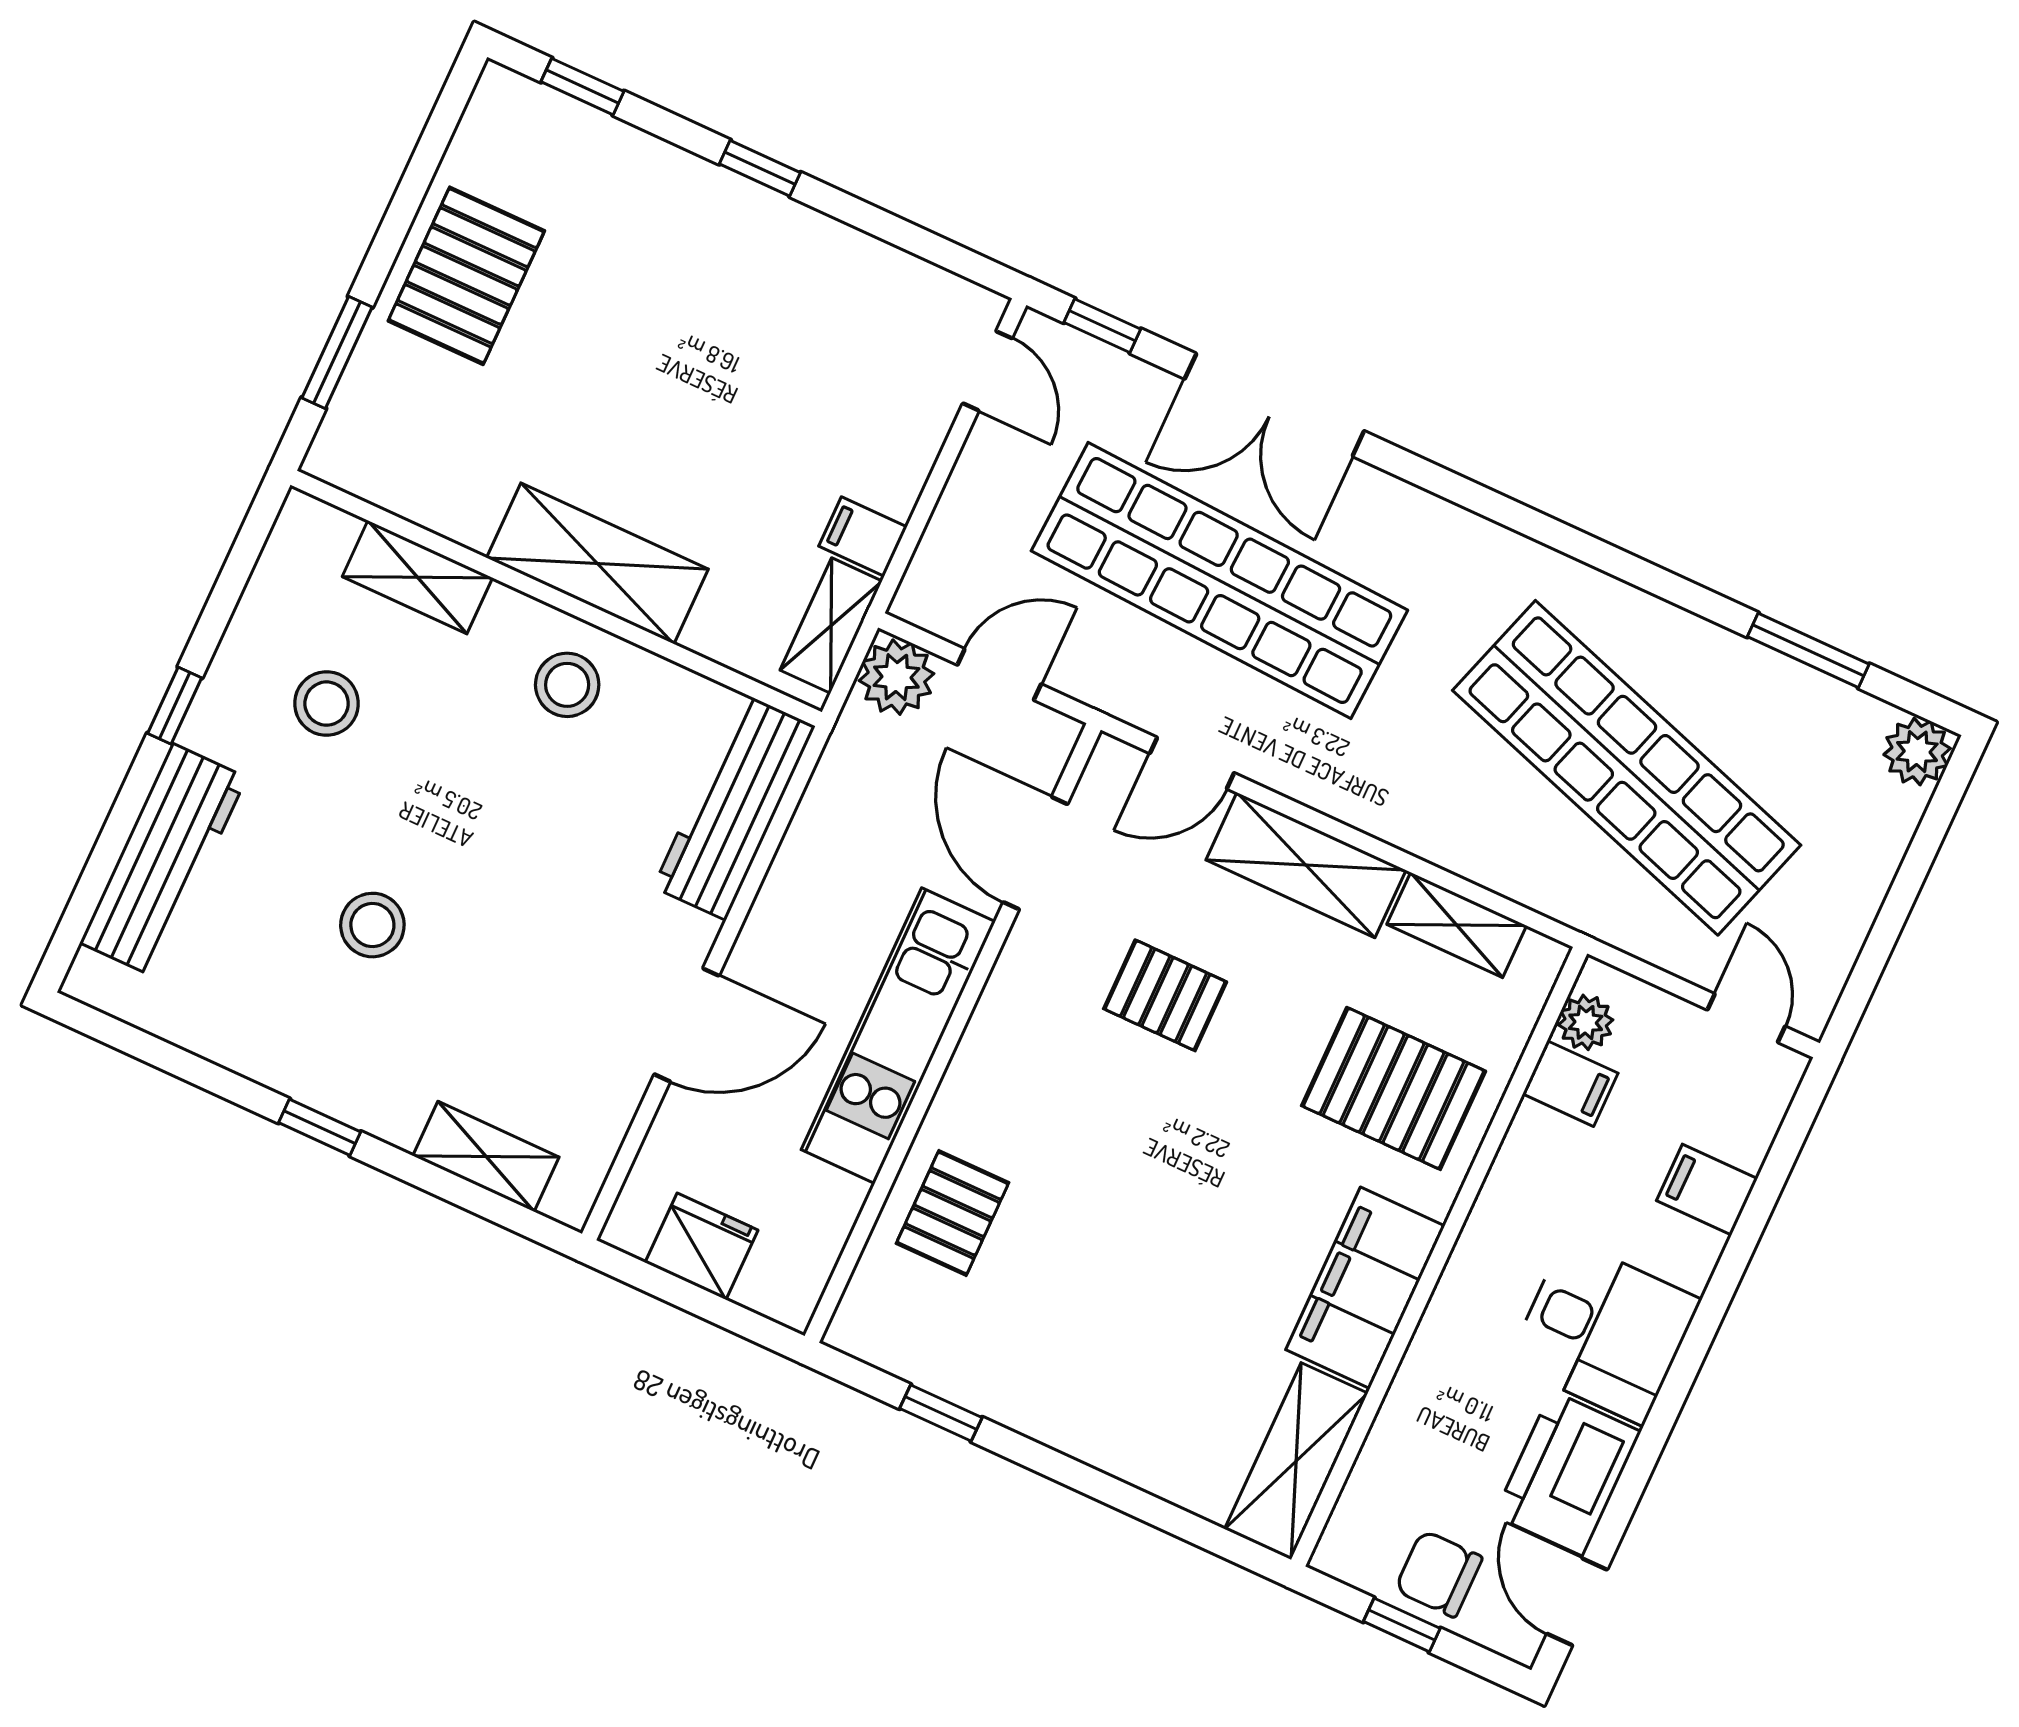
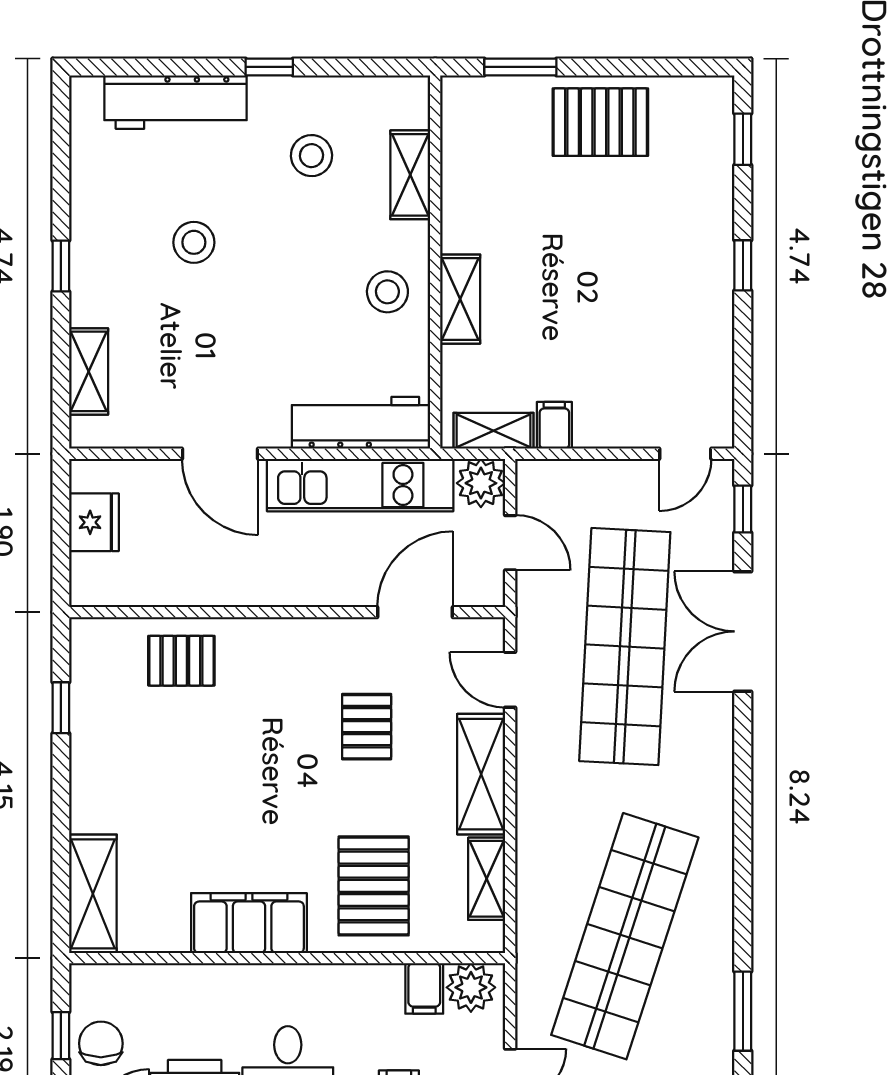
shelving: (597, 563) -> (460, 299), width x0.67, depth x0.75
plant: (1586, 1022) -> (471, 987), width x1.38, depth x1.38
kitchen unit: (898, 1036) -> (360, 485), moved, turned 180
shelving: (1296, 1461) -> (93, 894), moved, turned 90

